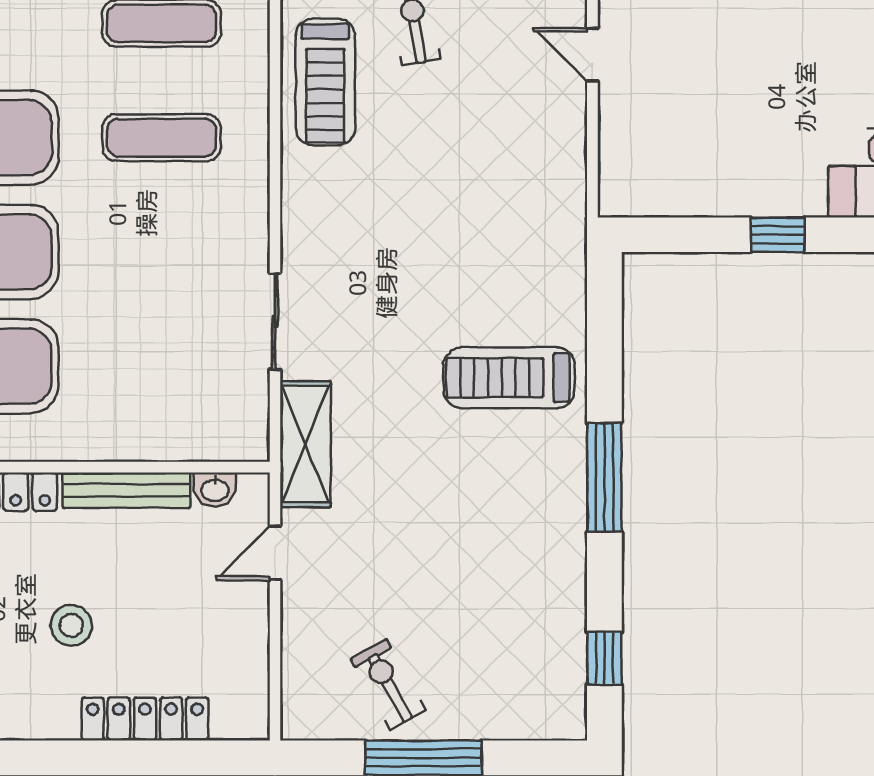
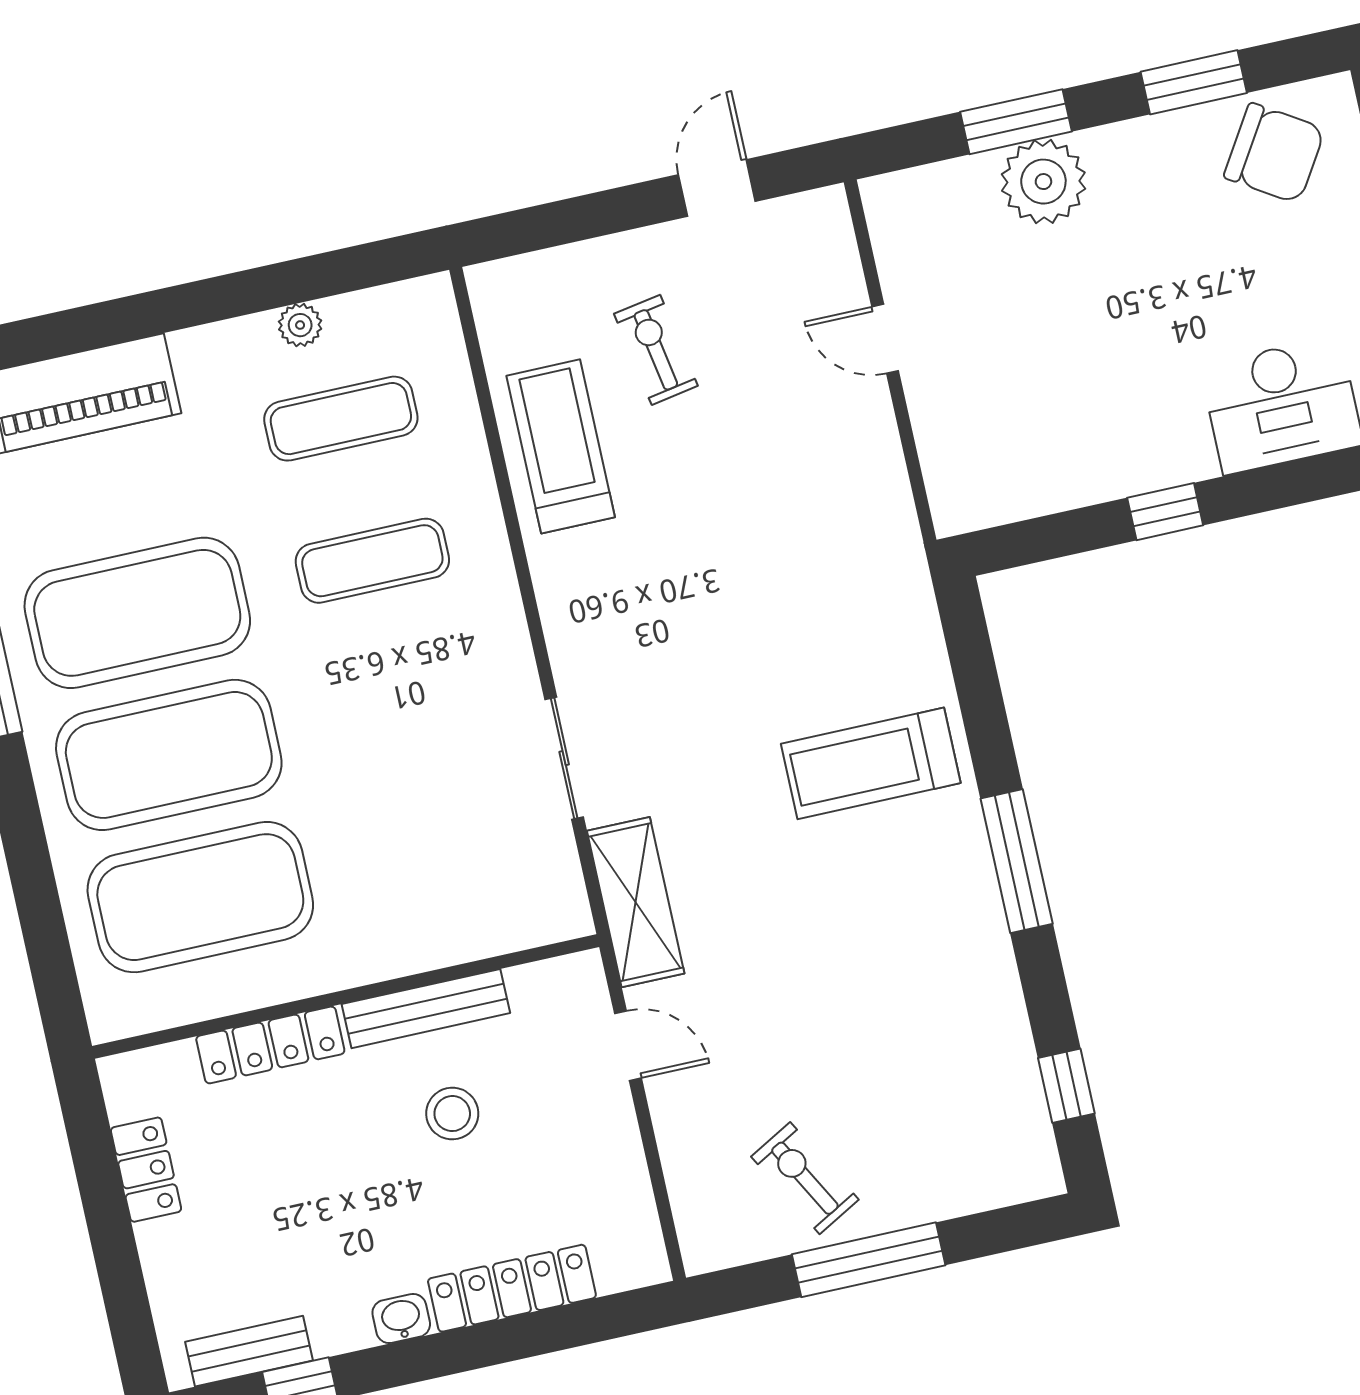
treadmill: (325, 82) -> (561, 446), turned 180
washbasin: (215, 489) -> (401, 1318), moved, turned 180
door: (275, 553) -> (628, 1046), swing flipped
stool: (71, 625) -> (452, 1114), moved

